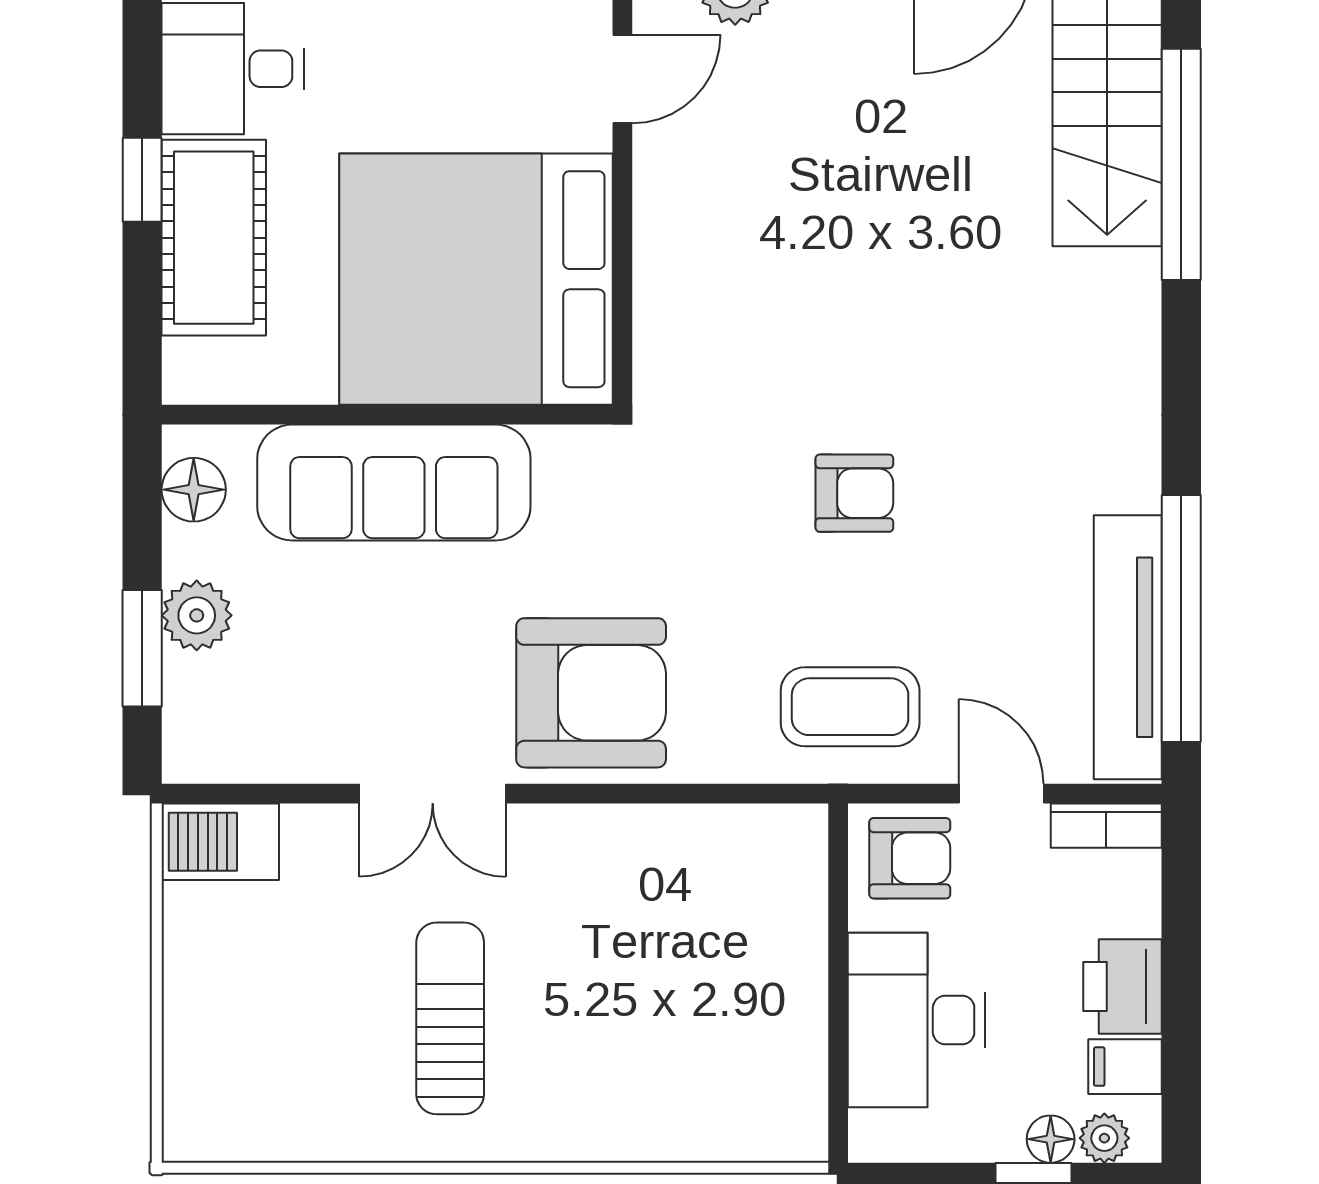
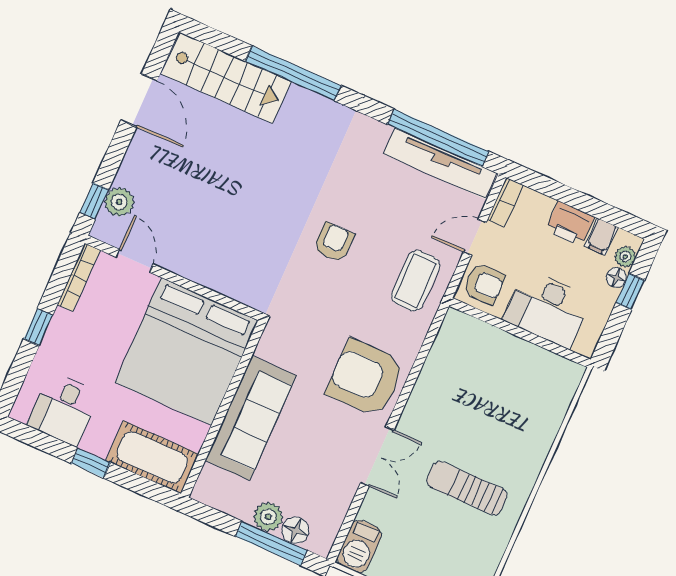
window: (1181, 164) -> (293, 73), moved
cot: (214, 238) -> (152, 457), moved
floor lamp: (194, 490) -> (295, 530), moved
window: (142, 648) -> (271, 543), width x1.44
armchair: (591, 693) -> (366, 378), turned -90
armchair: (910, 858) -> (484, 284), turned 90

